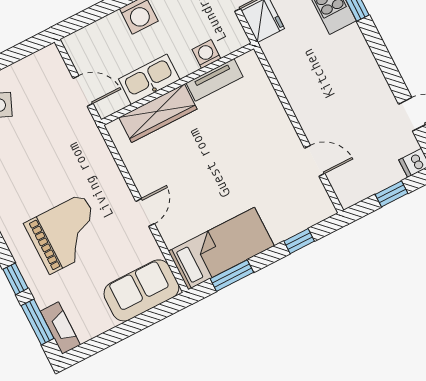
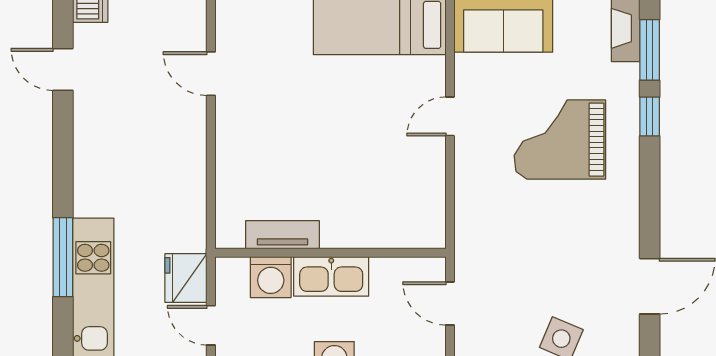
washing machine: (206, 54) -> (271, 277), width x1.38, depth x1.38
kitchen sink: (149, 79) -> (331, 276), moved
wardrobe: (158, 113) -> (372, 229), removed

